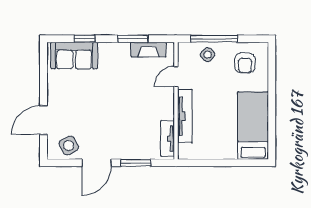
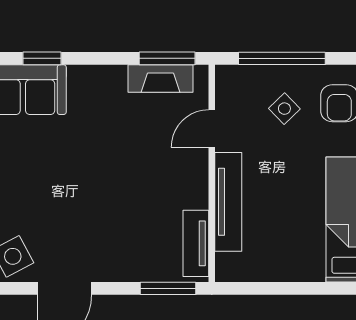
window: (133, 39) -> (167, 58), moved
side table: (208, 55) -> (284, 109), moved
window: (136, 163) -> (168, 288), moved

